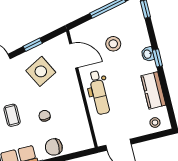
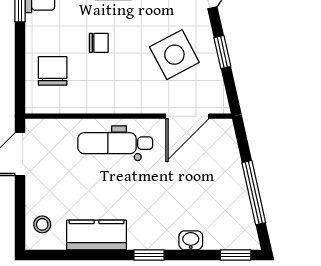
stool: (113, 44) -> (191, 187), removed
washbasin: (148, 54) -> (191, 240), moved
chair: (54, 147) -> (53, 71), moved

